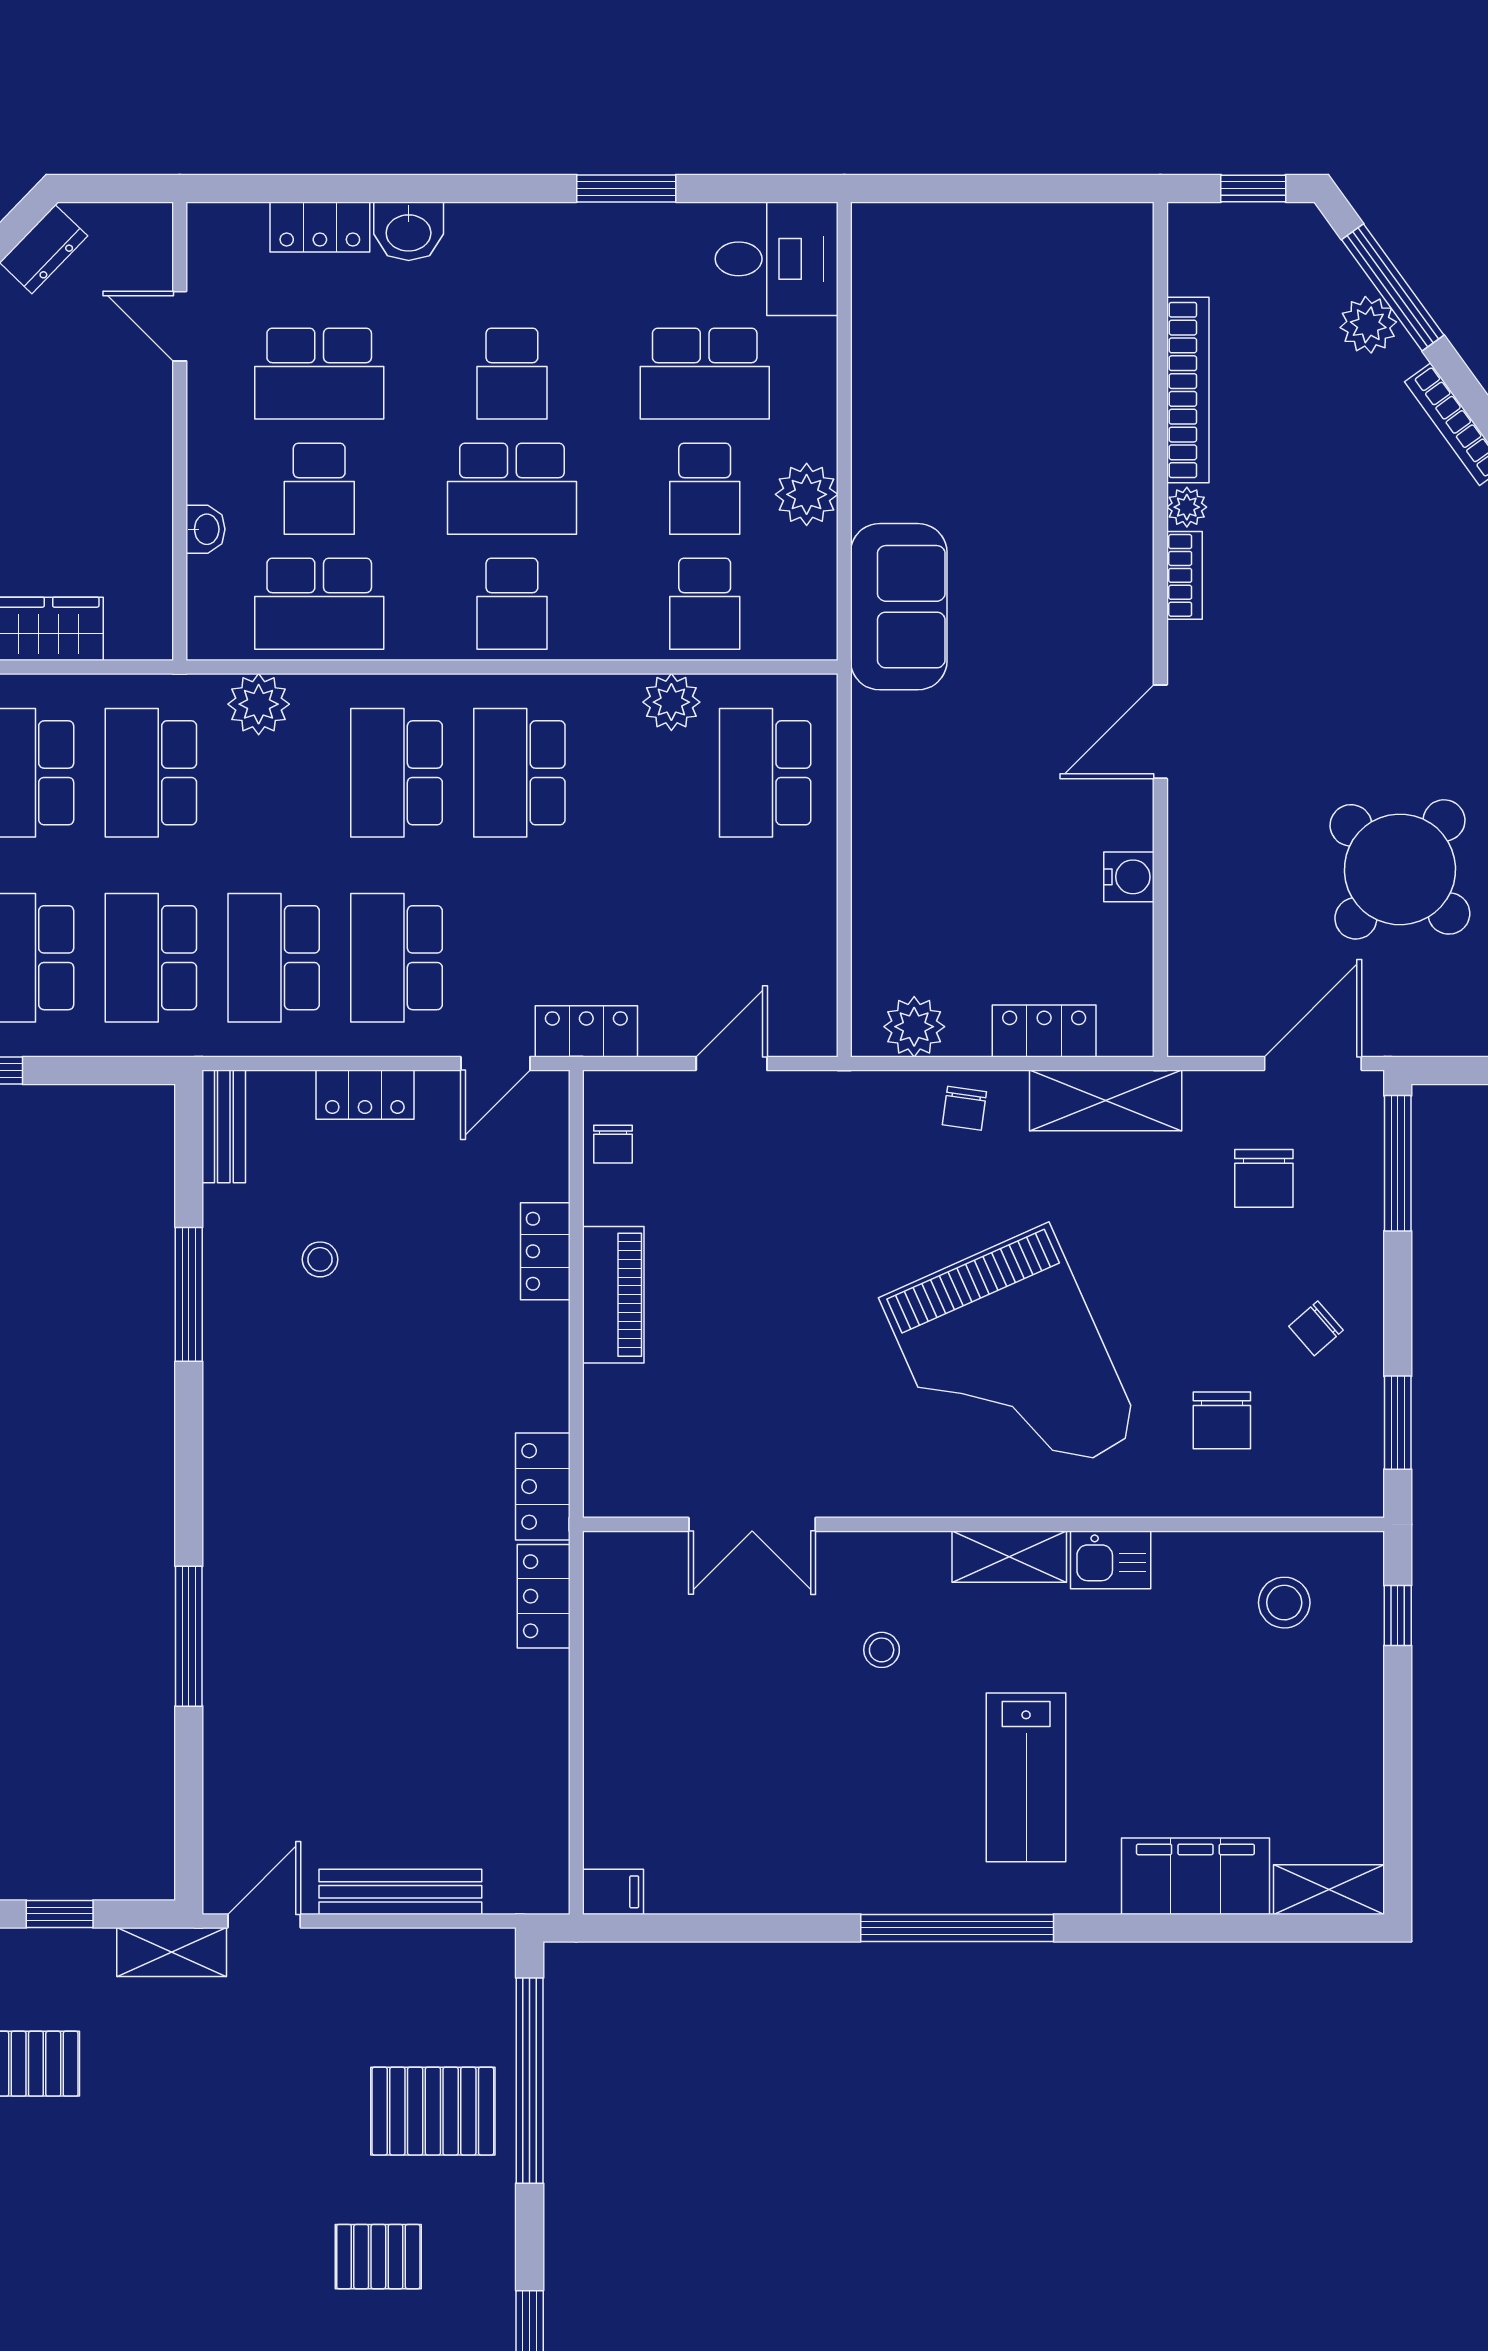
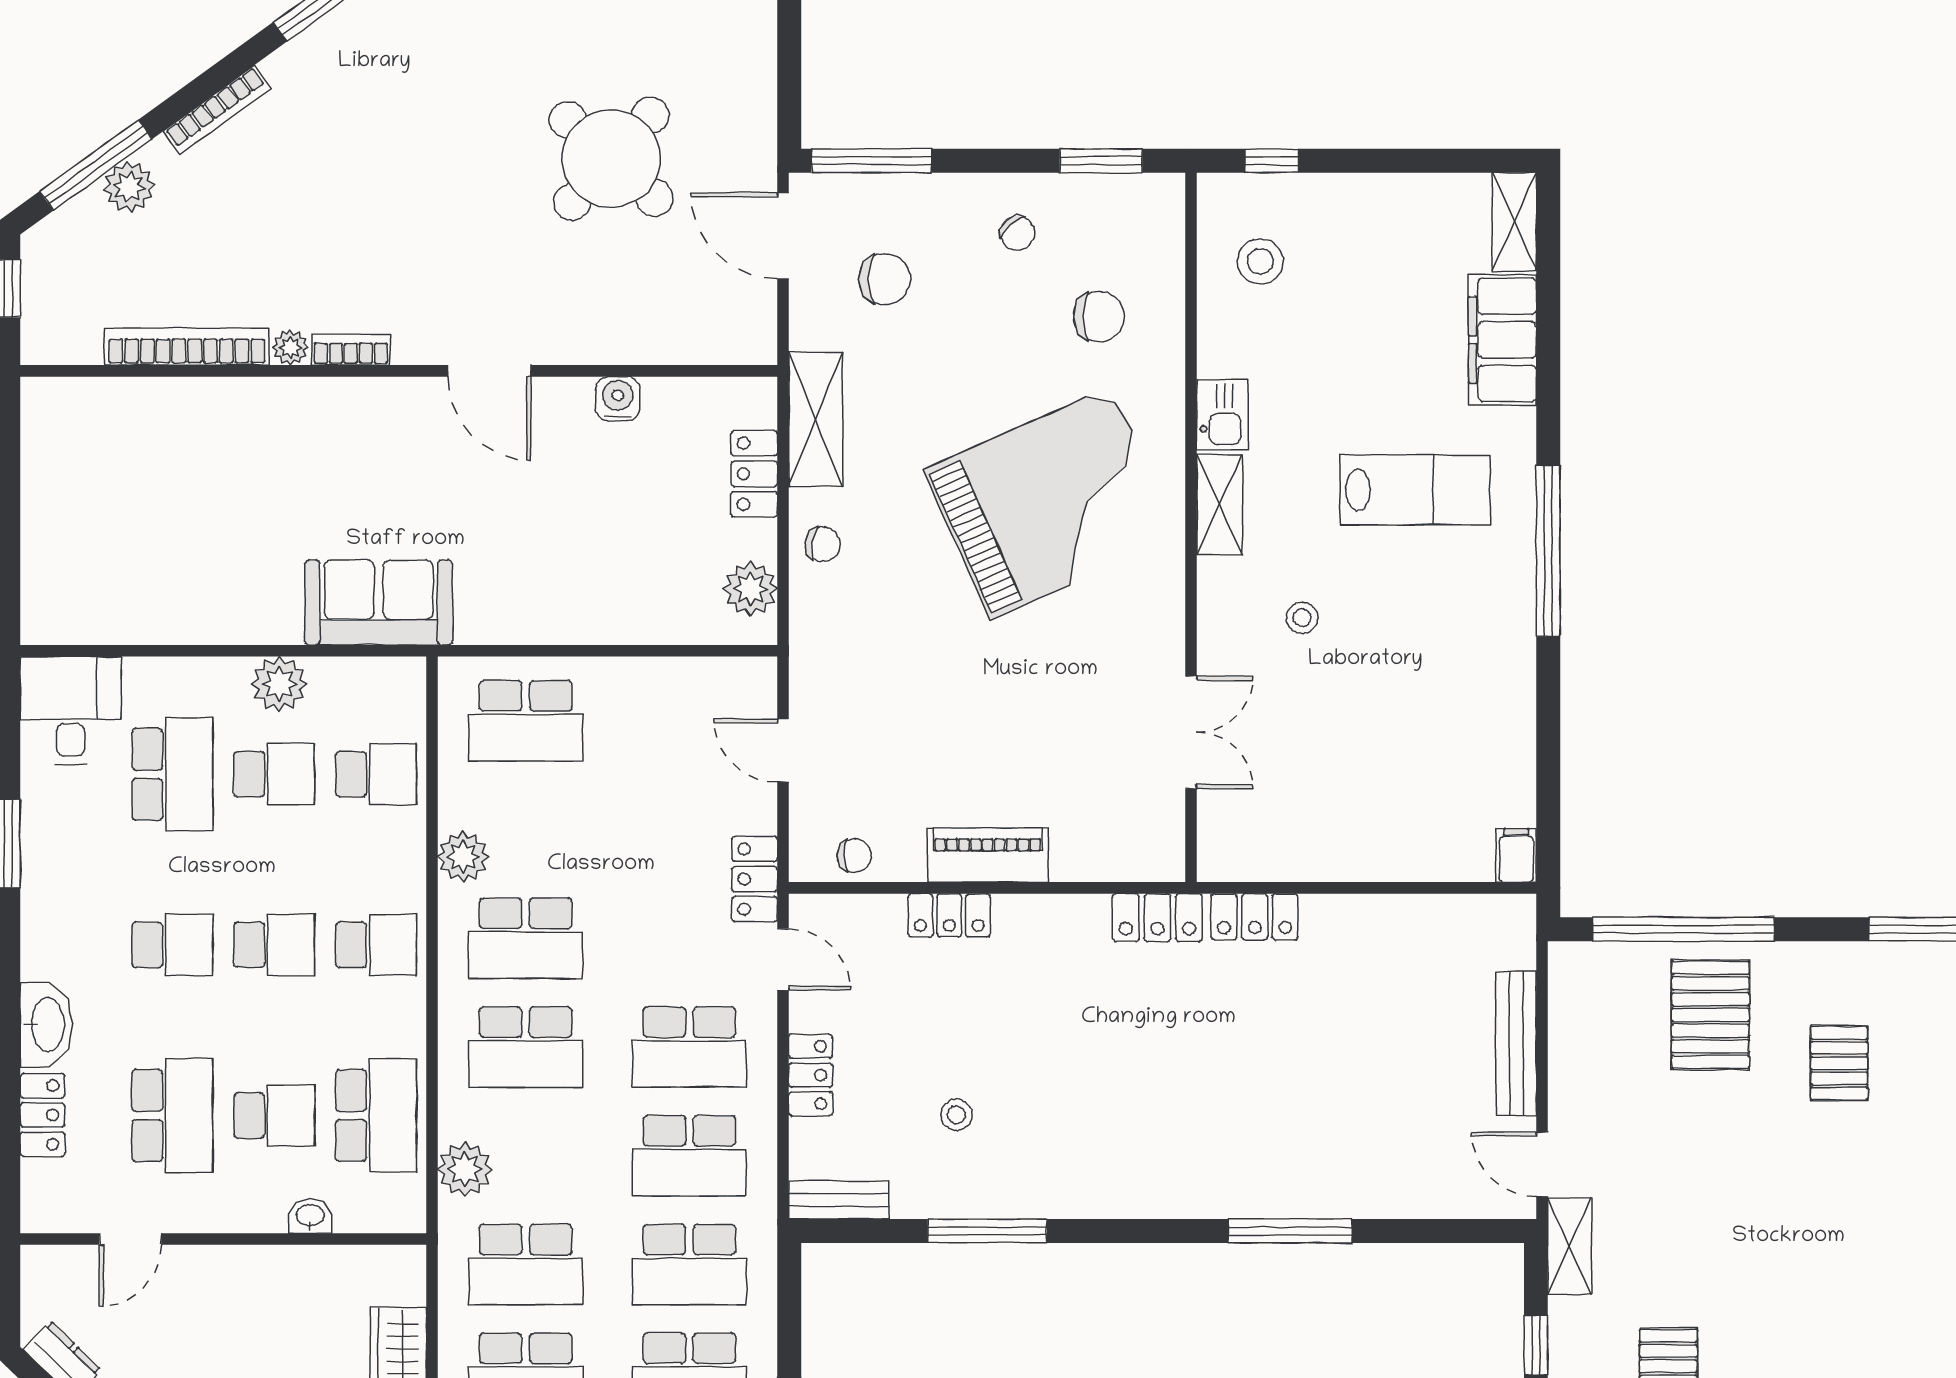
washbasin: (409, 231) -> (46, 1025), width x1.38
school desk: (512, 489) -> (274, 945), width x0.54
plant: (671, 702) -> (463, 857), moved

